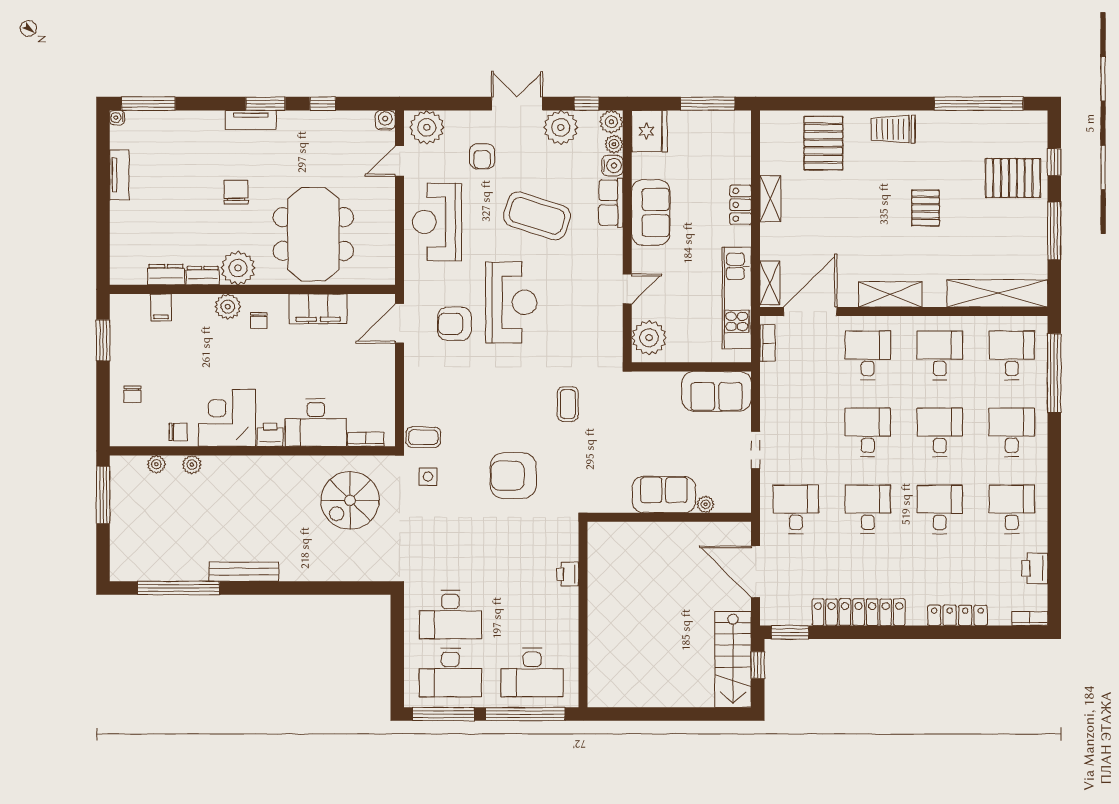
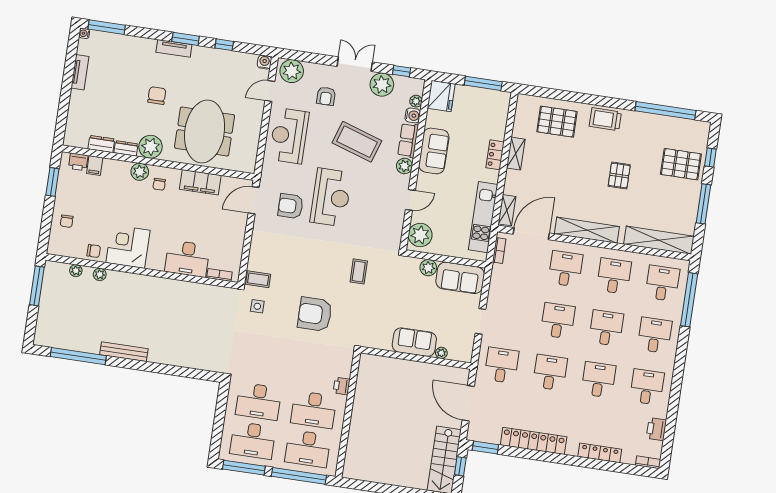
plant: (611, 122) -> (404, 166), moved
pallet: (823, 143) -> (557, 122), turned 90
shelving: (890, 294) -> (587, 230), width x1.47
plant: (668, 383) -> (428, 268), added
printer: (270, 435) -> (78, 162), moved, turned 180
spiral stairs: (350, 500) -> (202, 314), removed
desk: (532, 615) -> (314, 410), added

